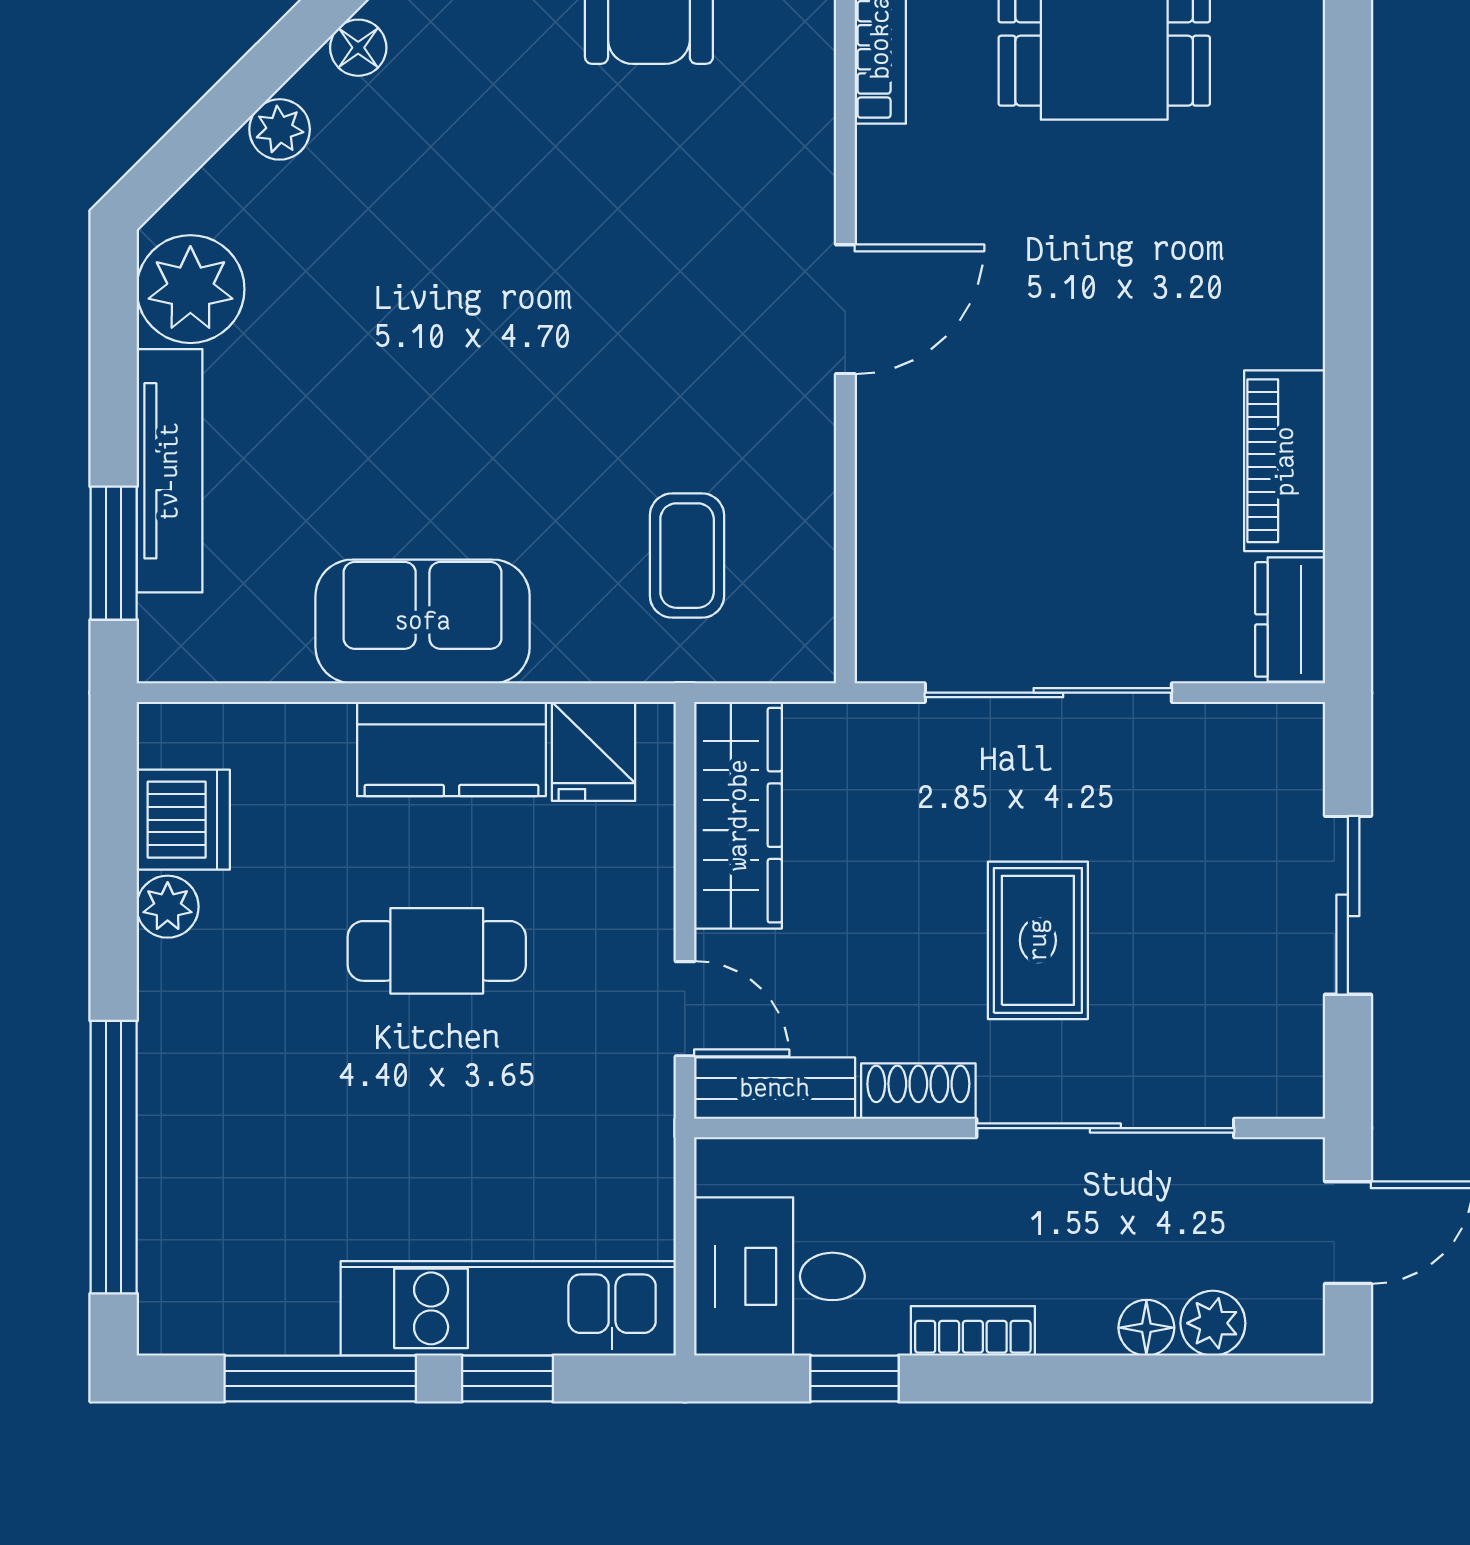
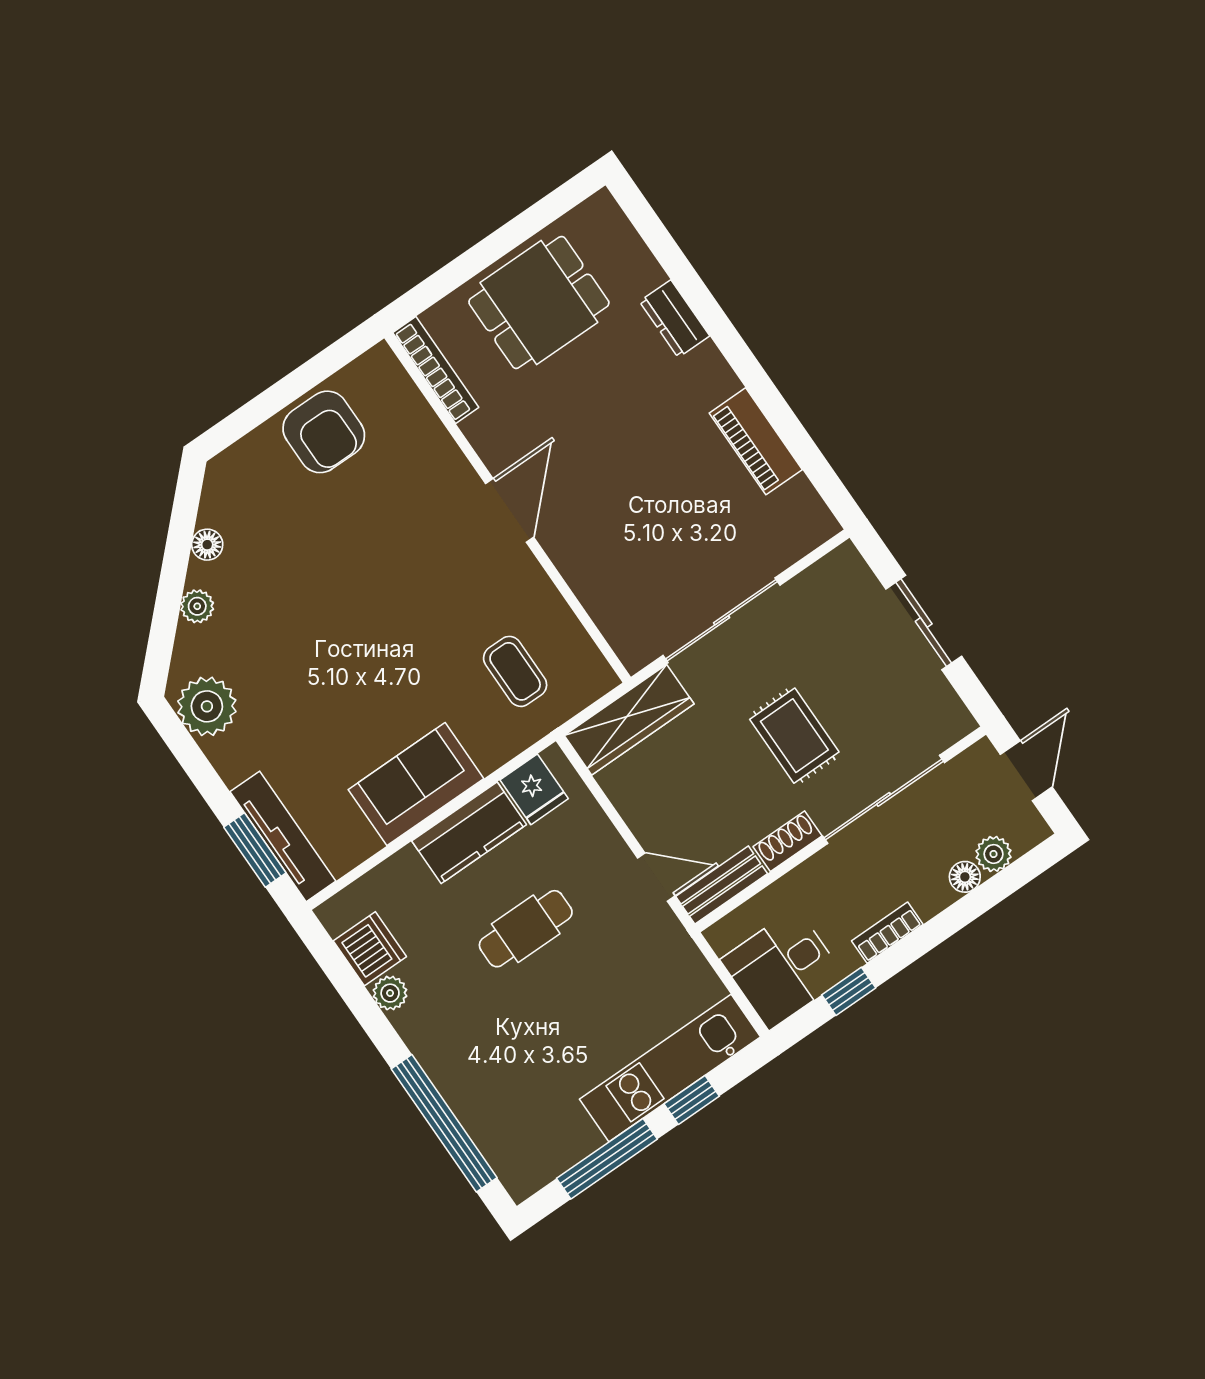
tv unit: (169, 471) -> (283, 836), moved
dresser: (1290, 619) -> (674, 319), moved
wardrobe: (738, 815) -> (629, 720), moved, turned 90

